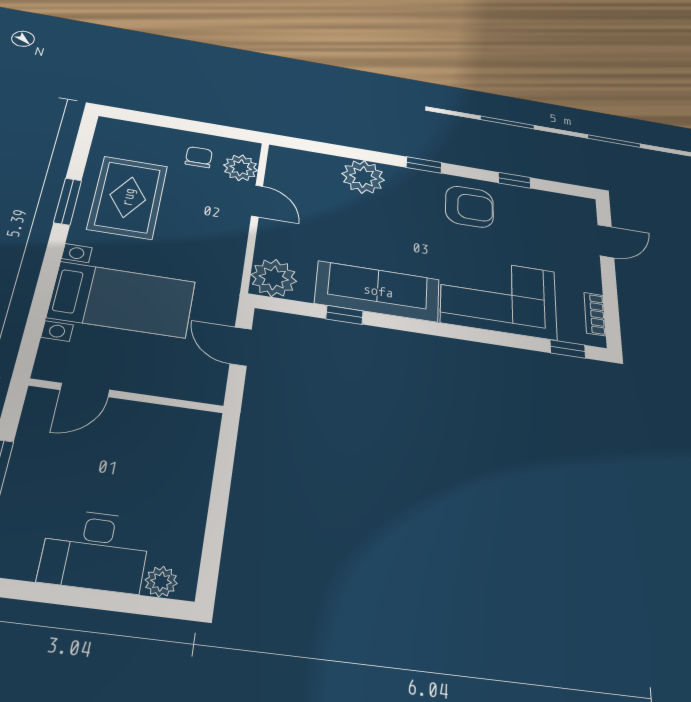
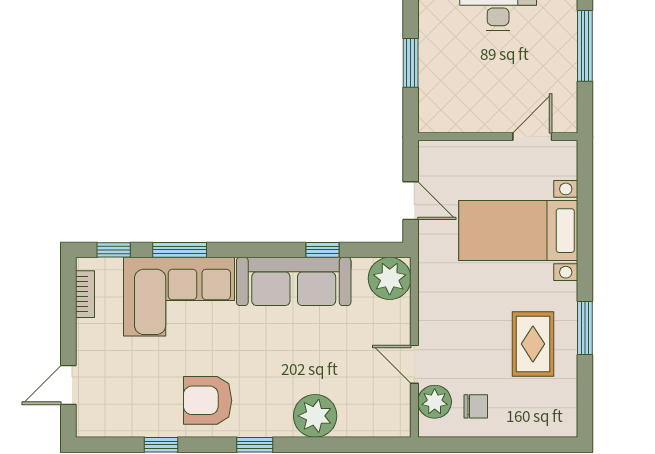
chair: (199, 157) -> (476, 406), turned -90
rug: (128, 197) -> (533, 344), width x0.73, depth x0.70
window: (498, 338) -> (180, 250), added
window: (220, 491) -> (411, 63), added

